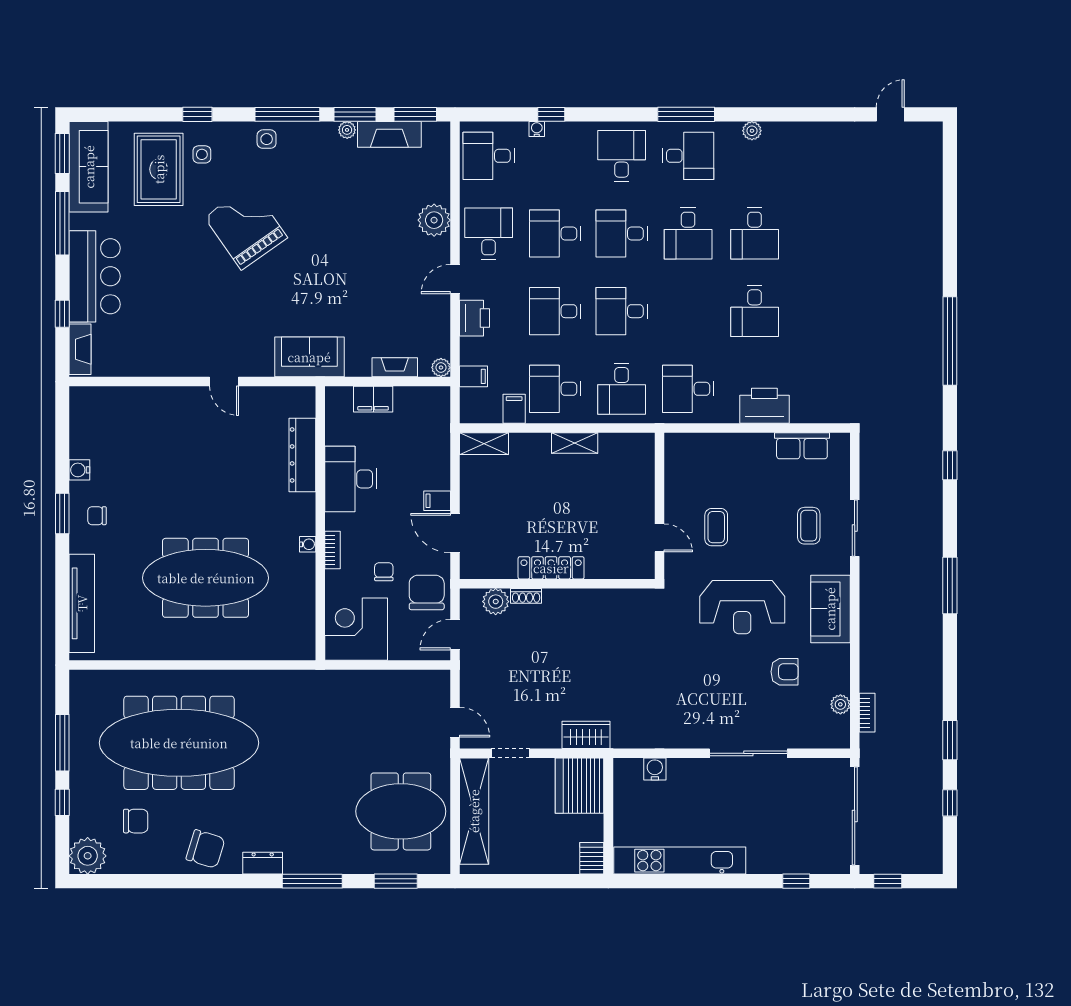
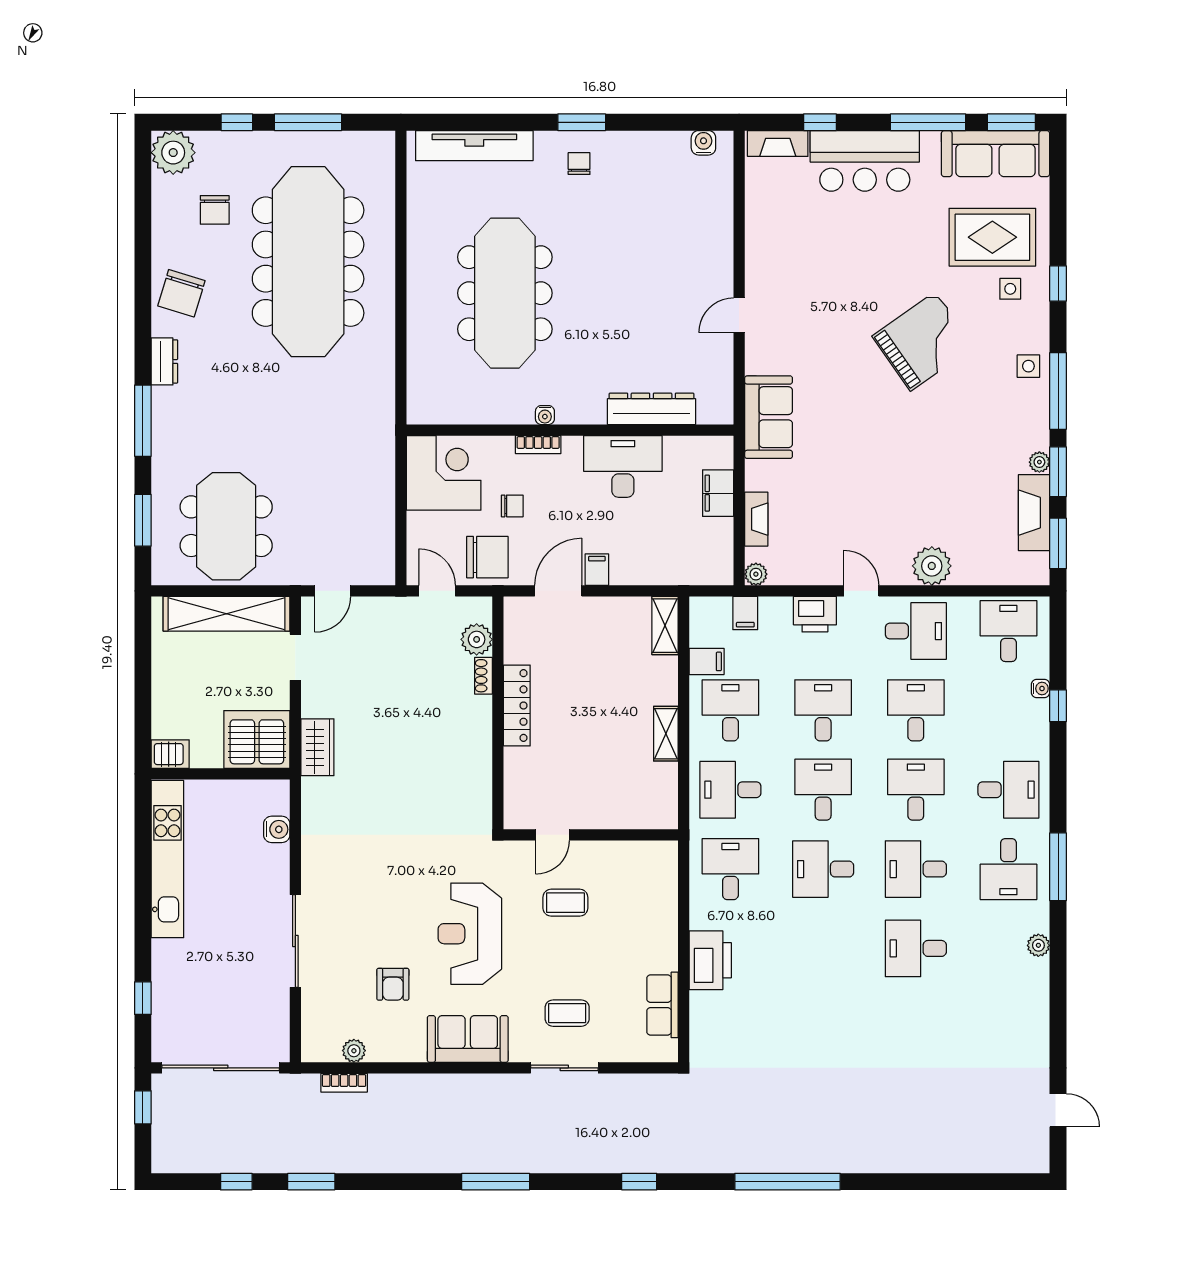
desk: (755, 311) -> (823, 869), moved
water cooler: (79, 470) -> (703, 143), moved

